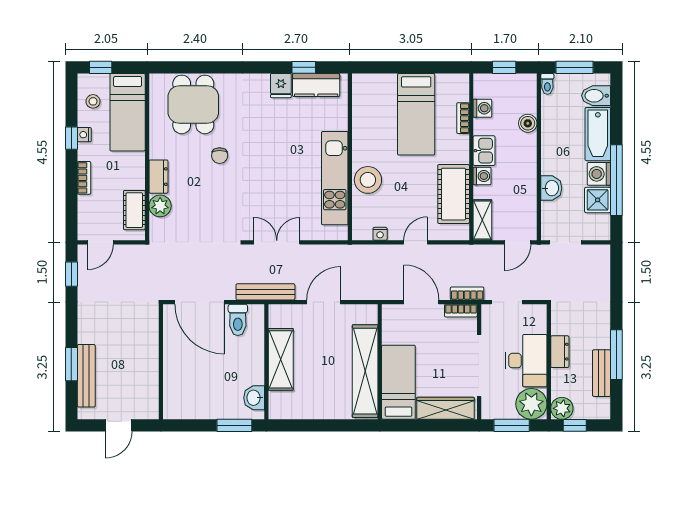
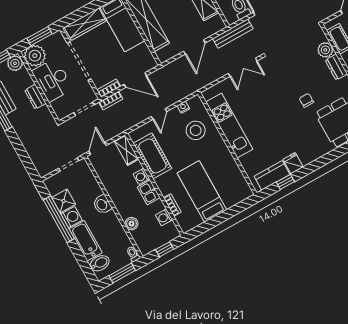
stool: (368, 180) -> (196, 130), moved
washbasin: (551, 188) -> (102, 204), moved

